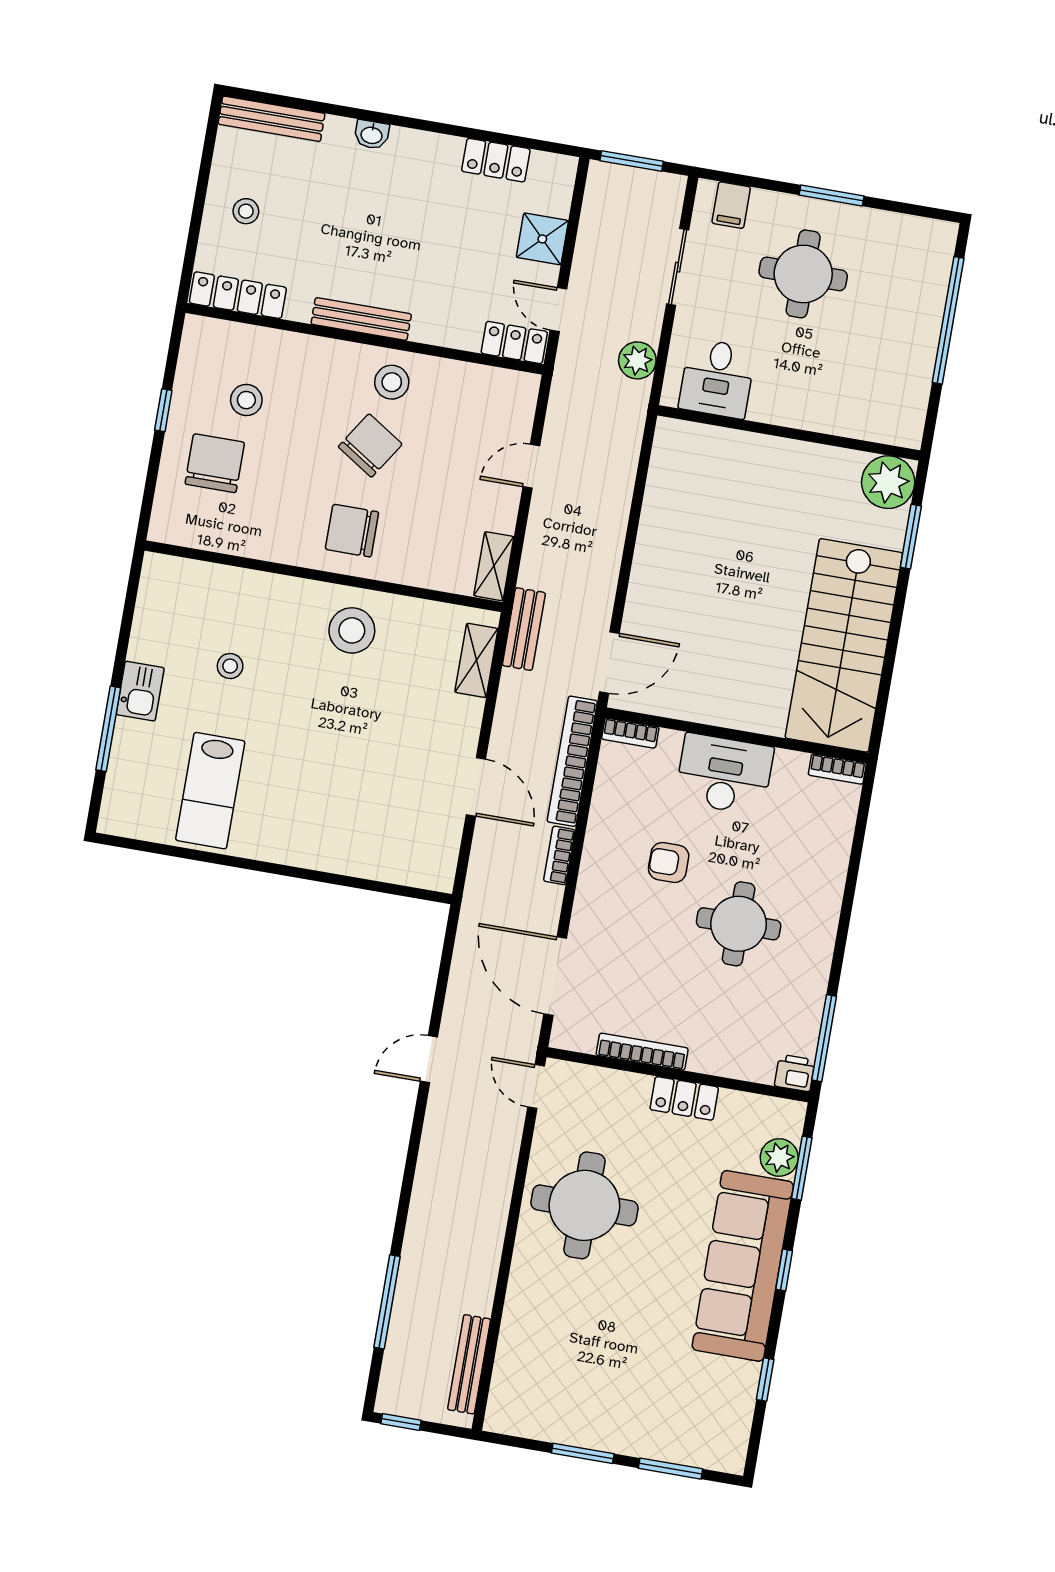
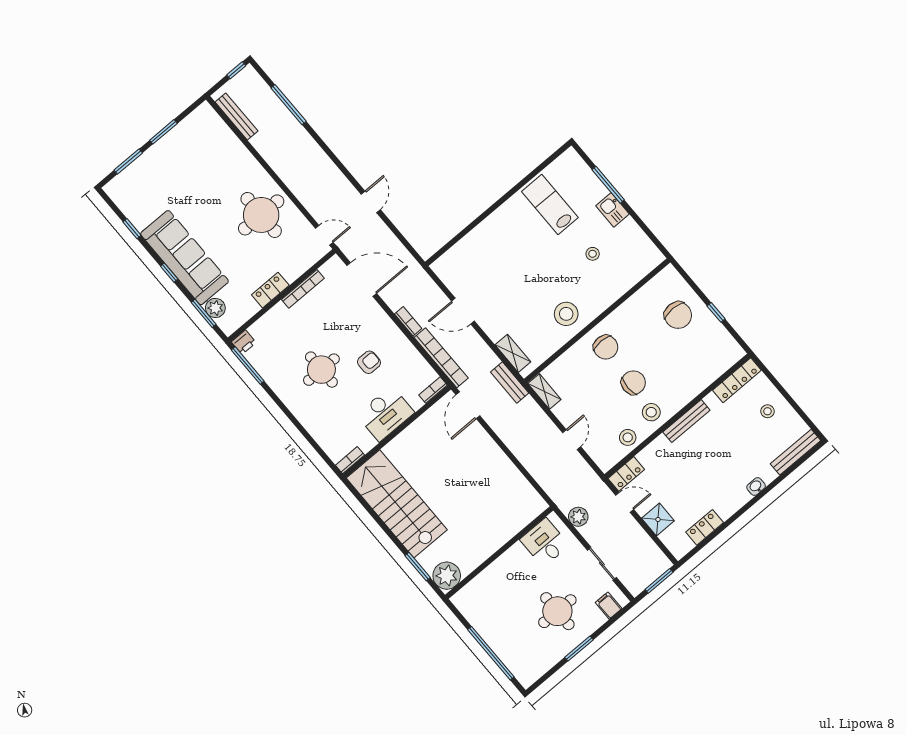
stool: (246, 400) -> (628, 437), moved
chair: (370, 445) -> (633, 383), turned -123
chair: (352, 531) -> (606, 347), turned 90

